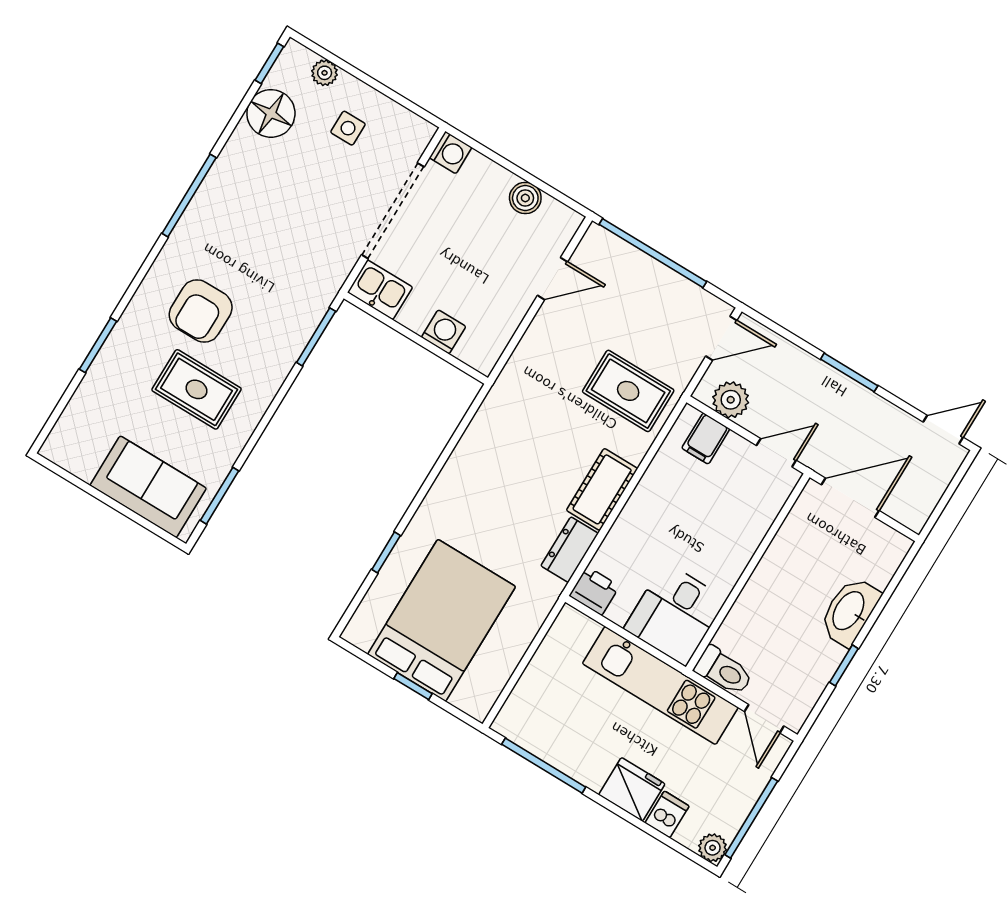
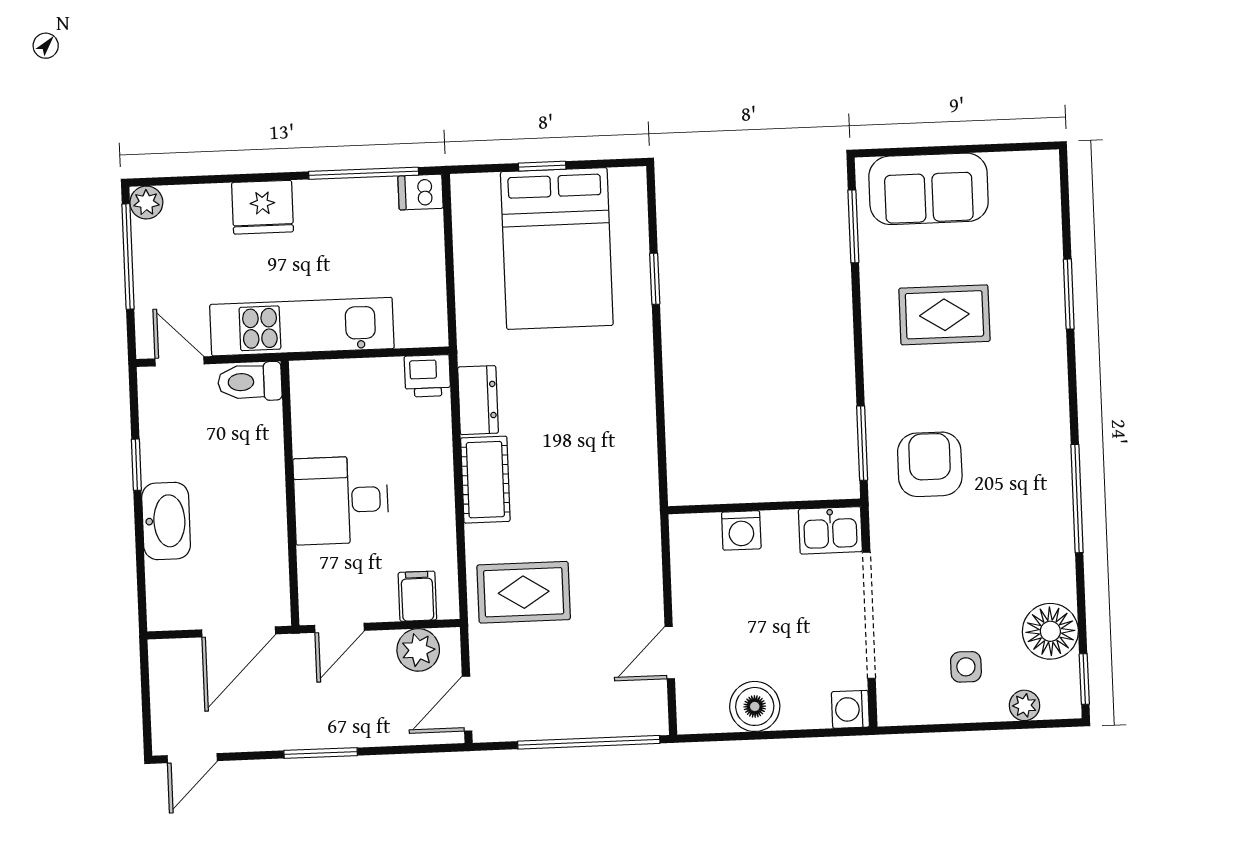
boiler: (525, 198) -> (755, 706), width x1.36, depth x1.36
armchair: (201, 311) -> (930, 464), moved
desk: (675, 614) -> (341, 500), moved, turned -90
dishwasher: (667, 814) -> (421, 192), moved, turned 90

